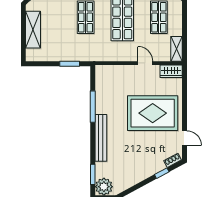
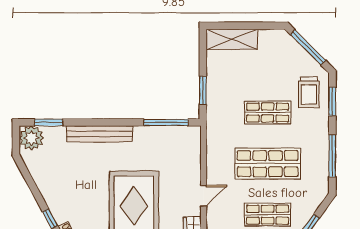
shelving: (33, 30) -> (232, 39), moved
window: (93, 107) -> (166, 122), moved

